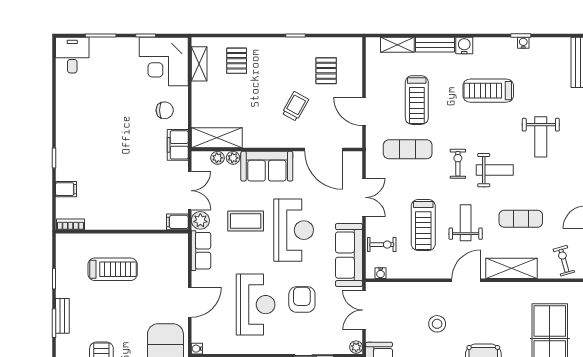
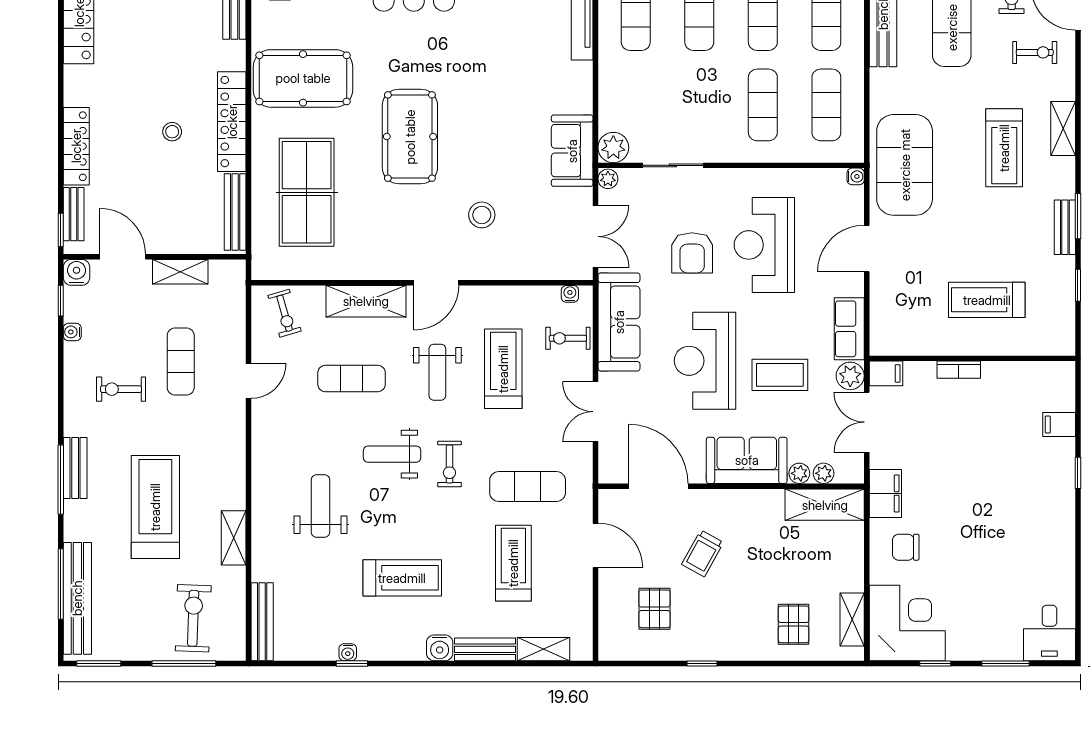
bookcase: (70, 224) -> (959, 370), moved

